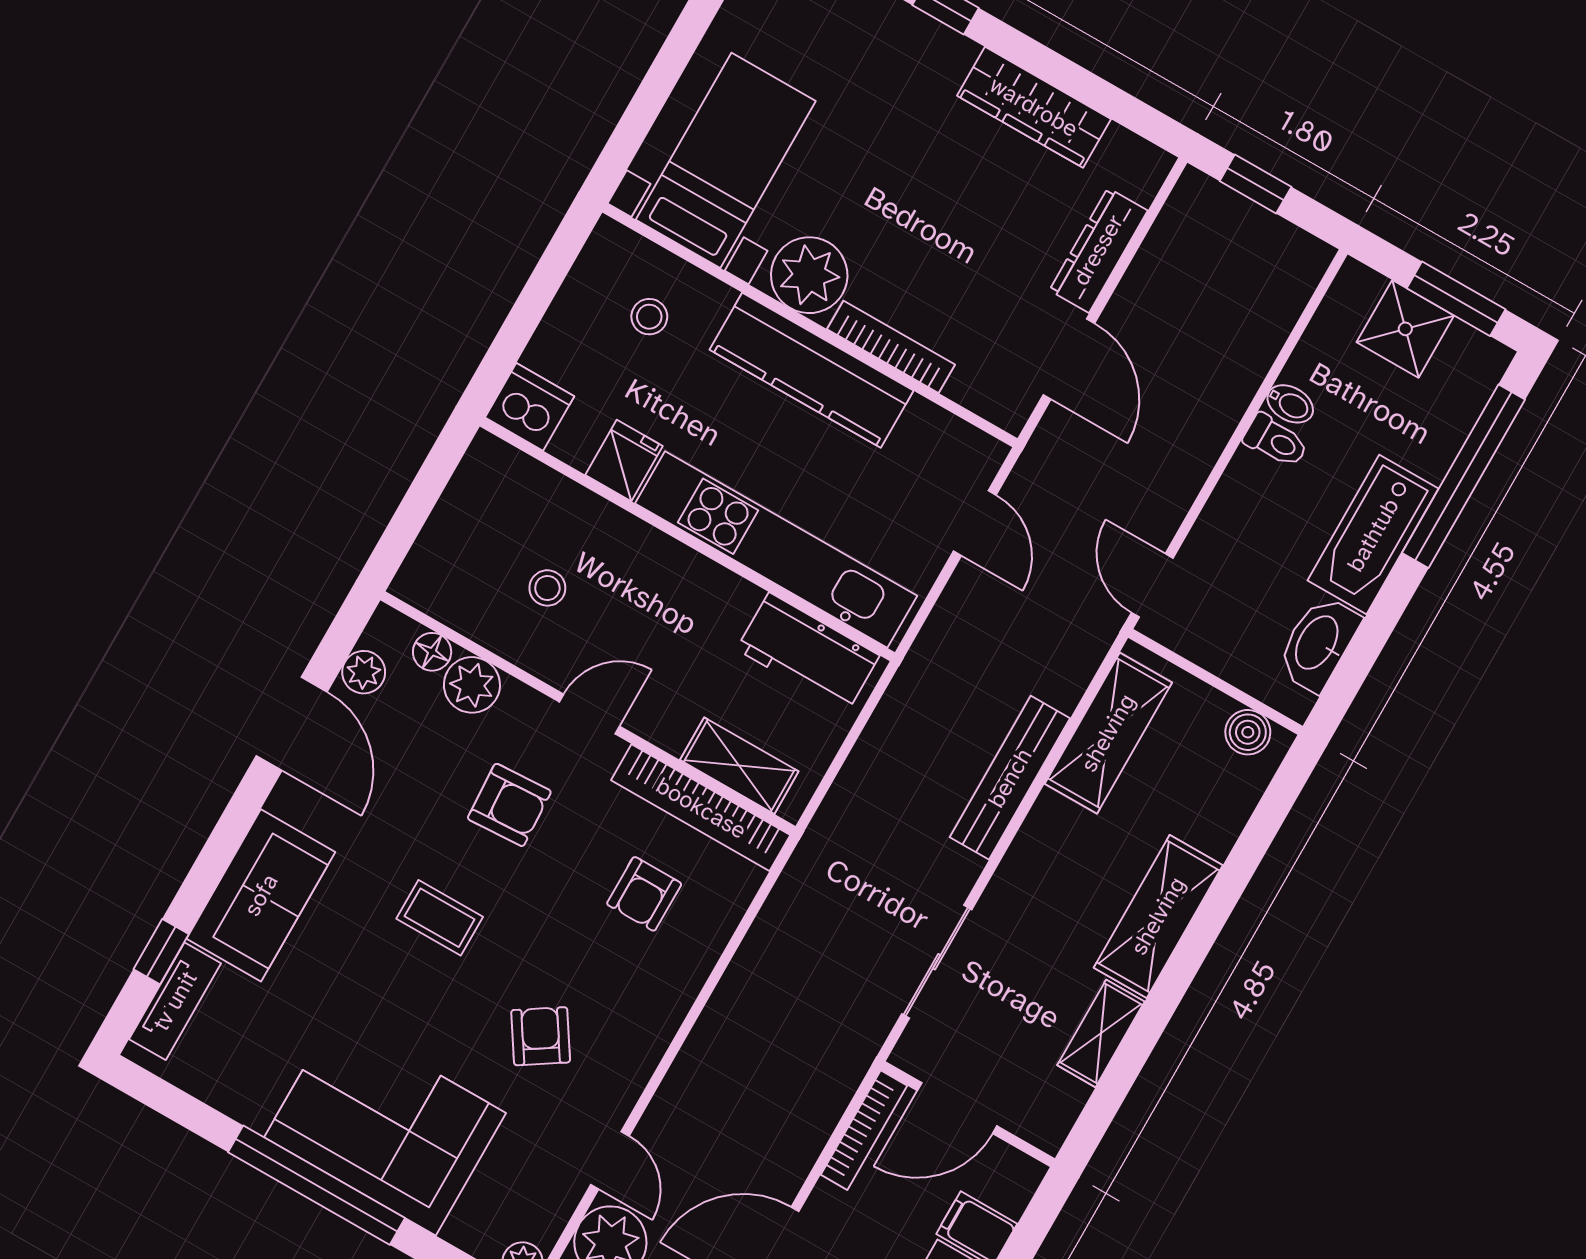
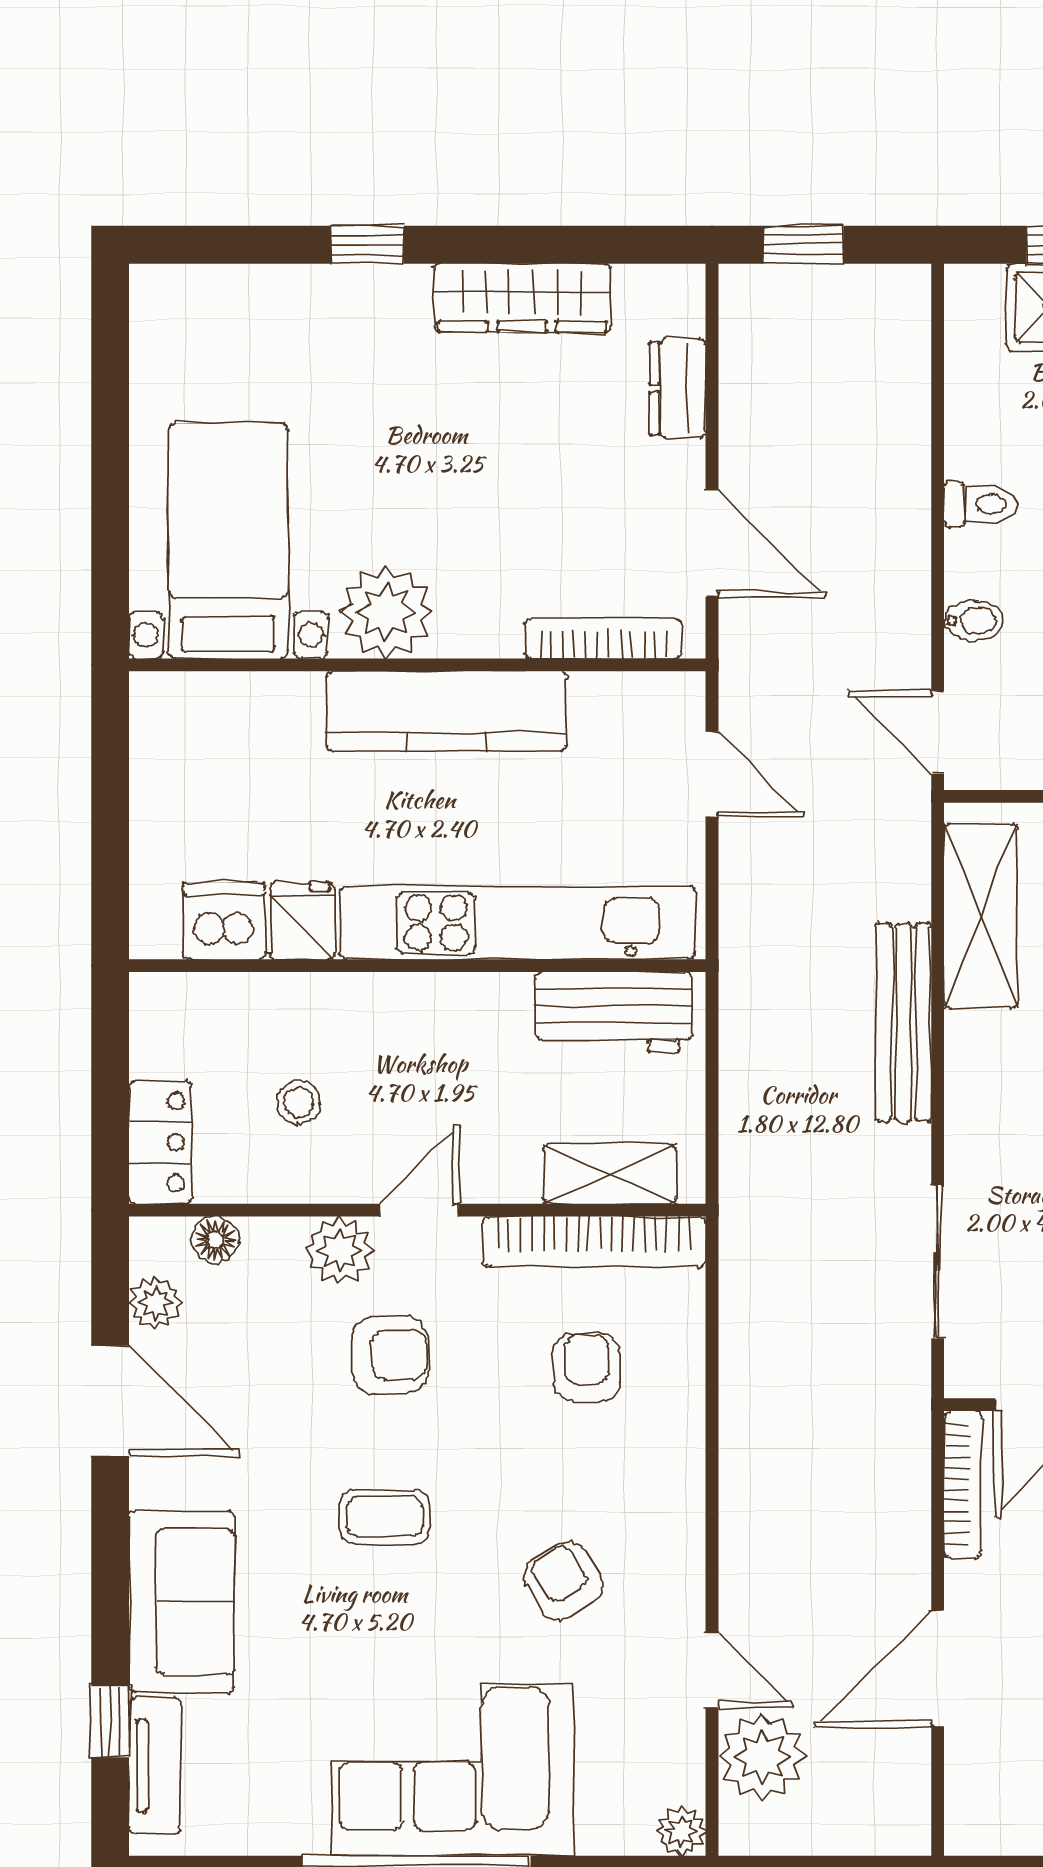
dresser: (1098, 250) -> (678, 388), width x0.70
stool: (649, 317) -> (242, 753), removed
bookcase: (891, 347) -> (603, 638), moved
bidet: (1290, 404) -> (974, 621), moved
dishwasher: (530, 407) -> (224, 921), moved
locker: (433, 560) -> (160, 1142), added
plant: (472, 685) -> (340, 1251), moved
armchair: (644, 894) -> (587, 1367), turned 180

